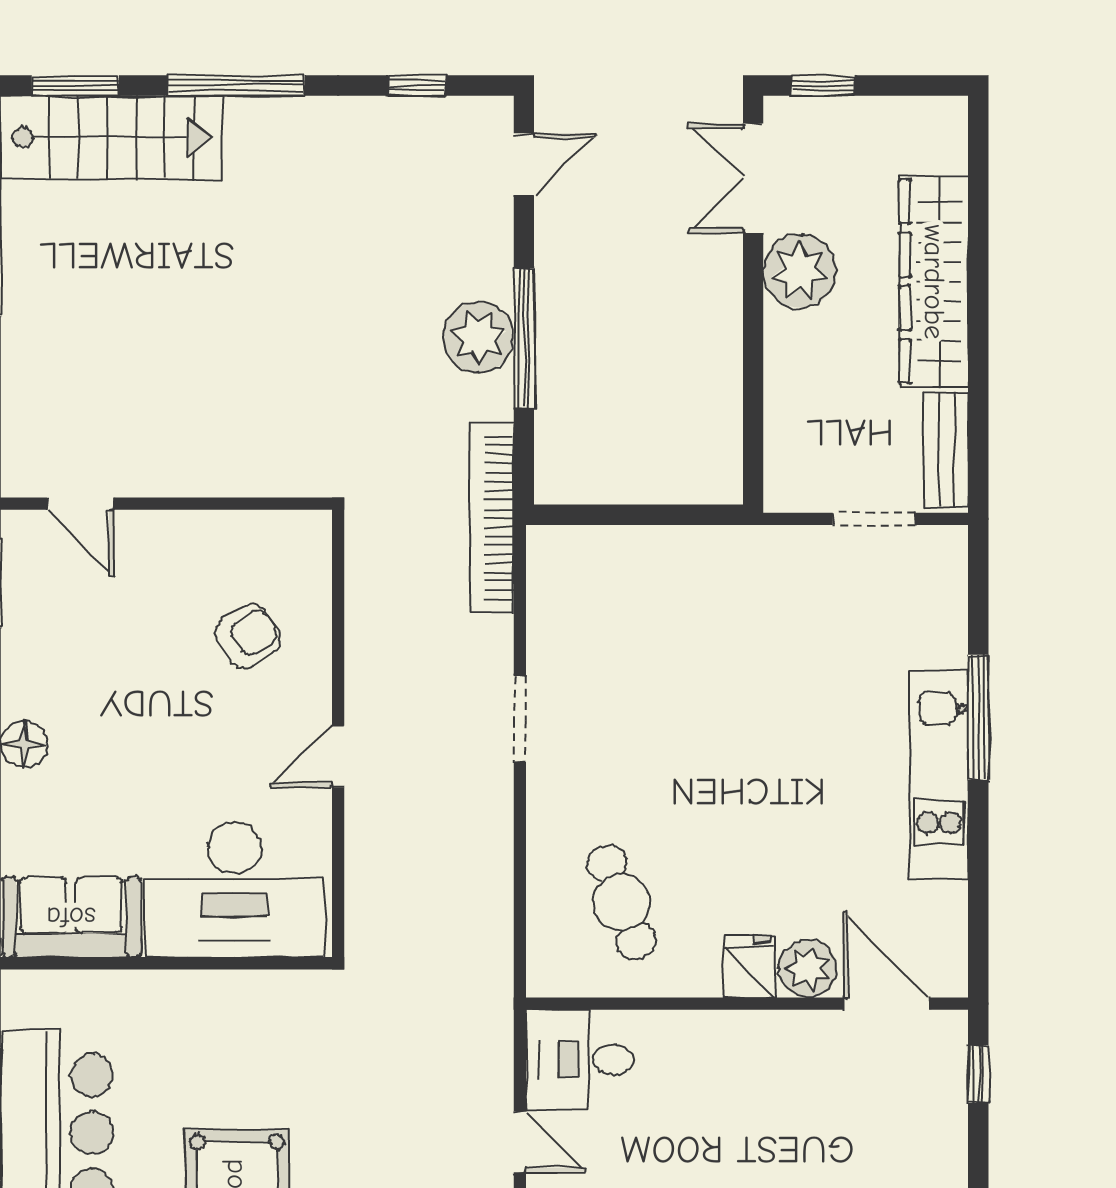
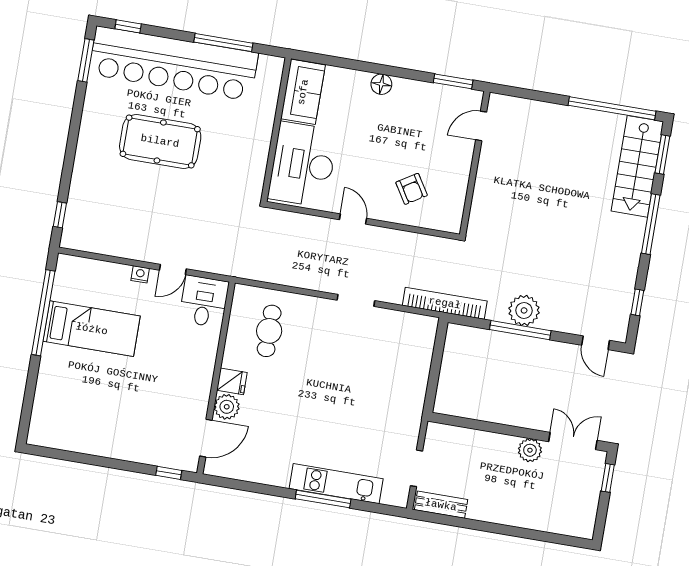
plant: (800, 271) -> (530, 450), width x0.73, depth x0.73
wardrobe: (934, 282) -> (515, 512), removed
kitchen unit: (939, 775) -> (336, 484), moved
cafe table: (621, 902) -> (269, 331), turned -69

